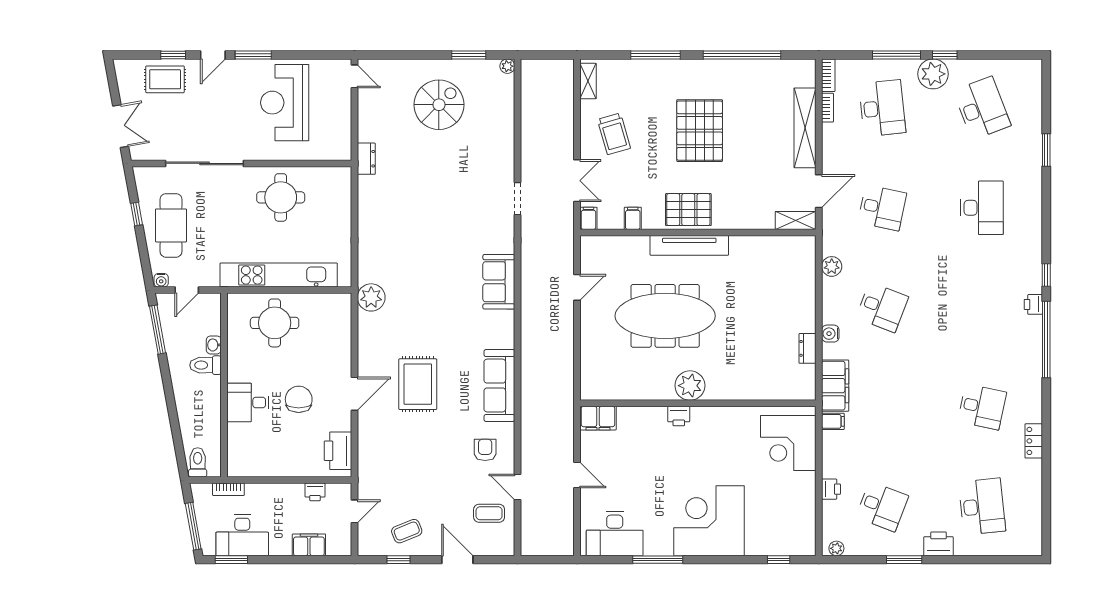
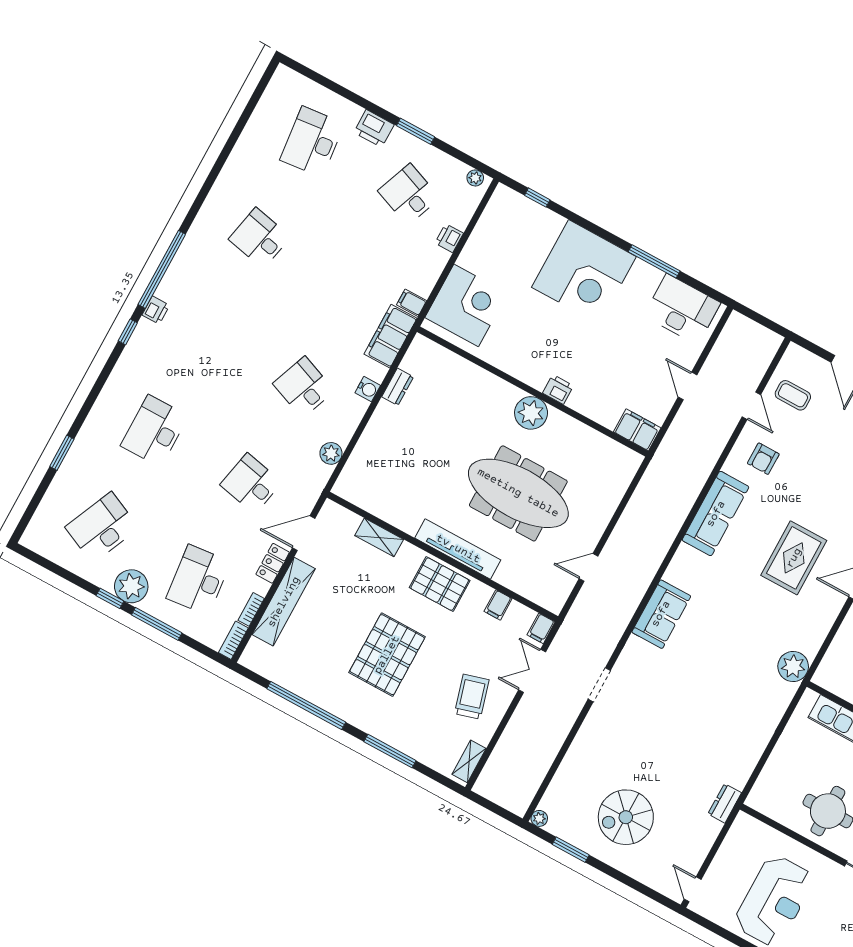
desk: (982, 108) -> (102, 527), turned 45
shelving: (796, 220) -> (379, 537), moved
locker: (1034, 441) -> (273, 563), moved, turned 180

